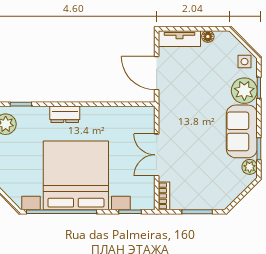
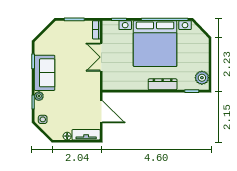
plant: (244, 91) -> (39, 96), width x0.53, depth x0.53
dresser: (65, 114) -> (163, 84), width x1.44
double door: (157, 155) -> (101, 57), swing flipped
plant: (250, 167) -> (39, 49), removed

